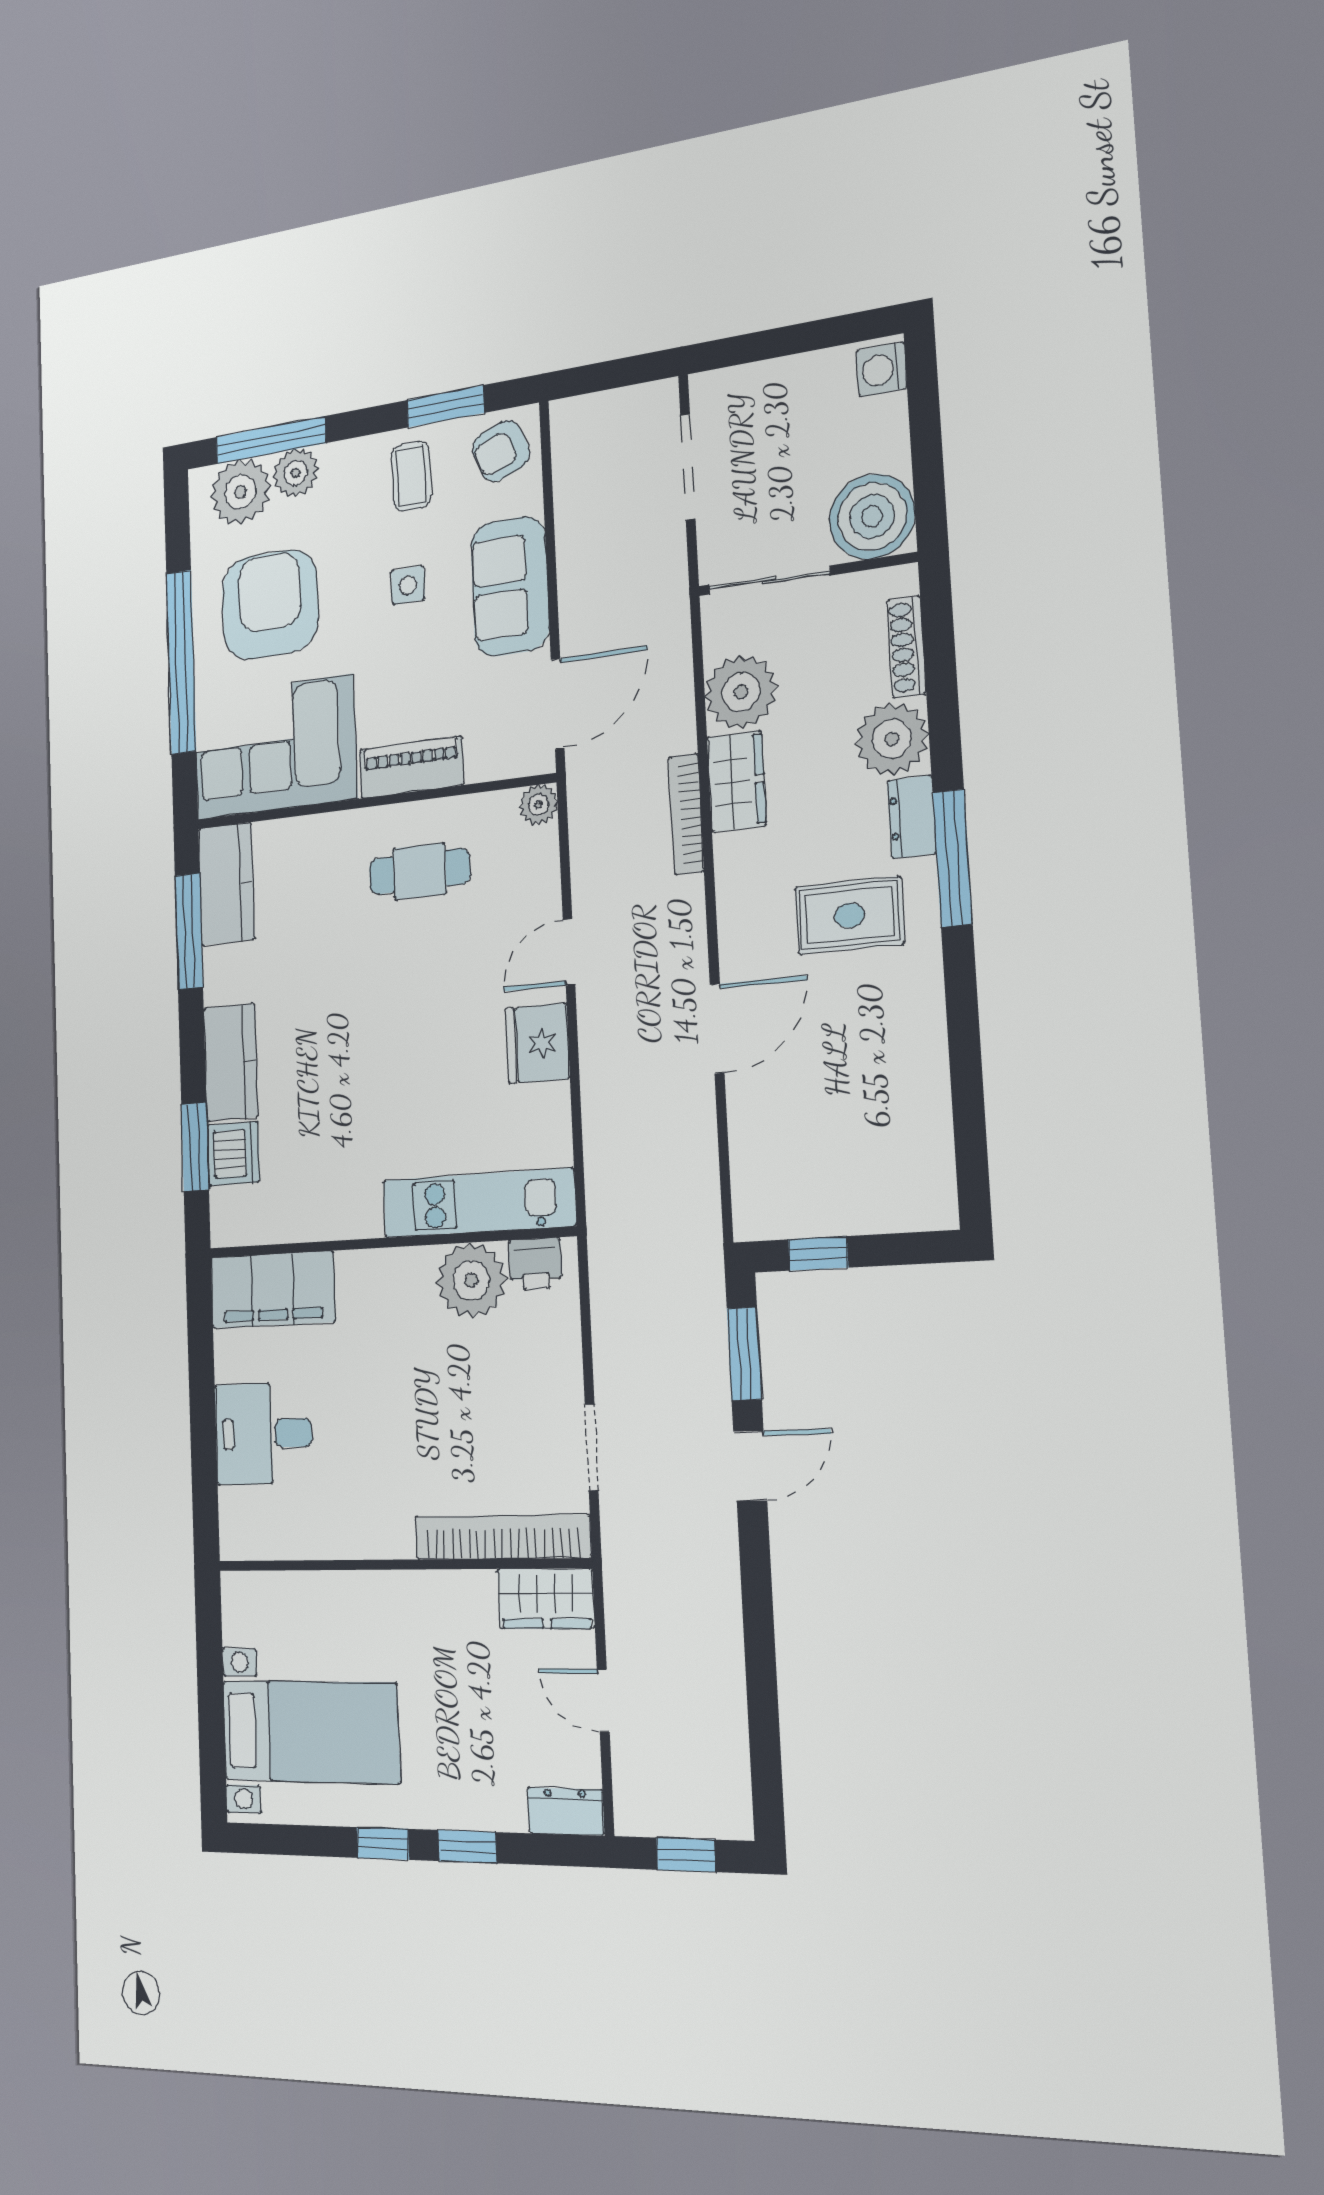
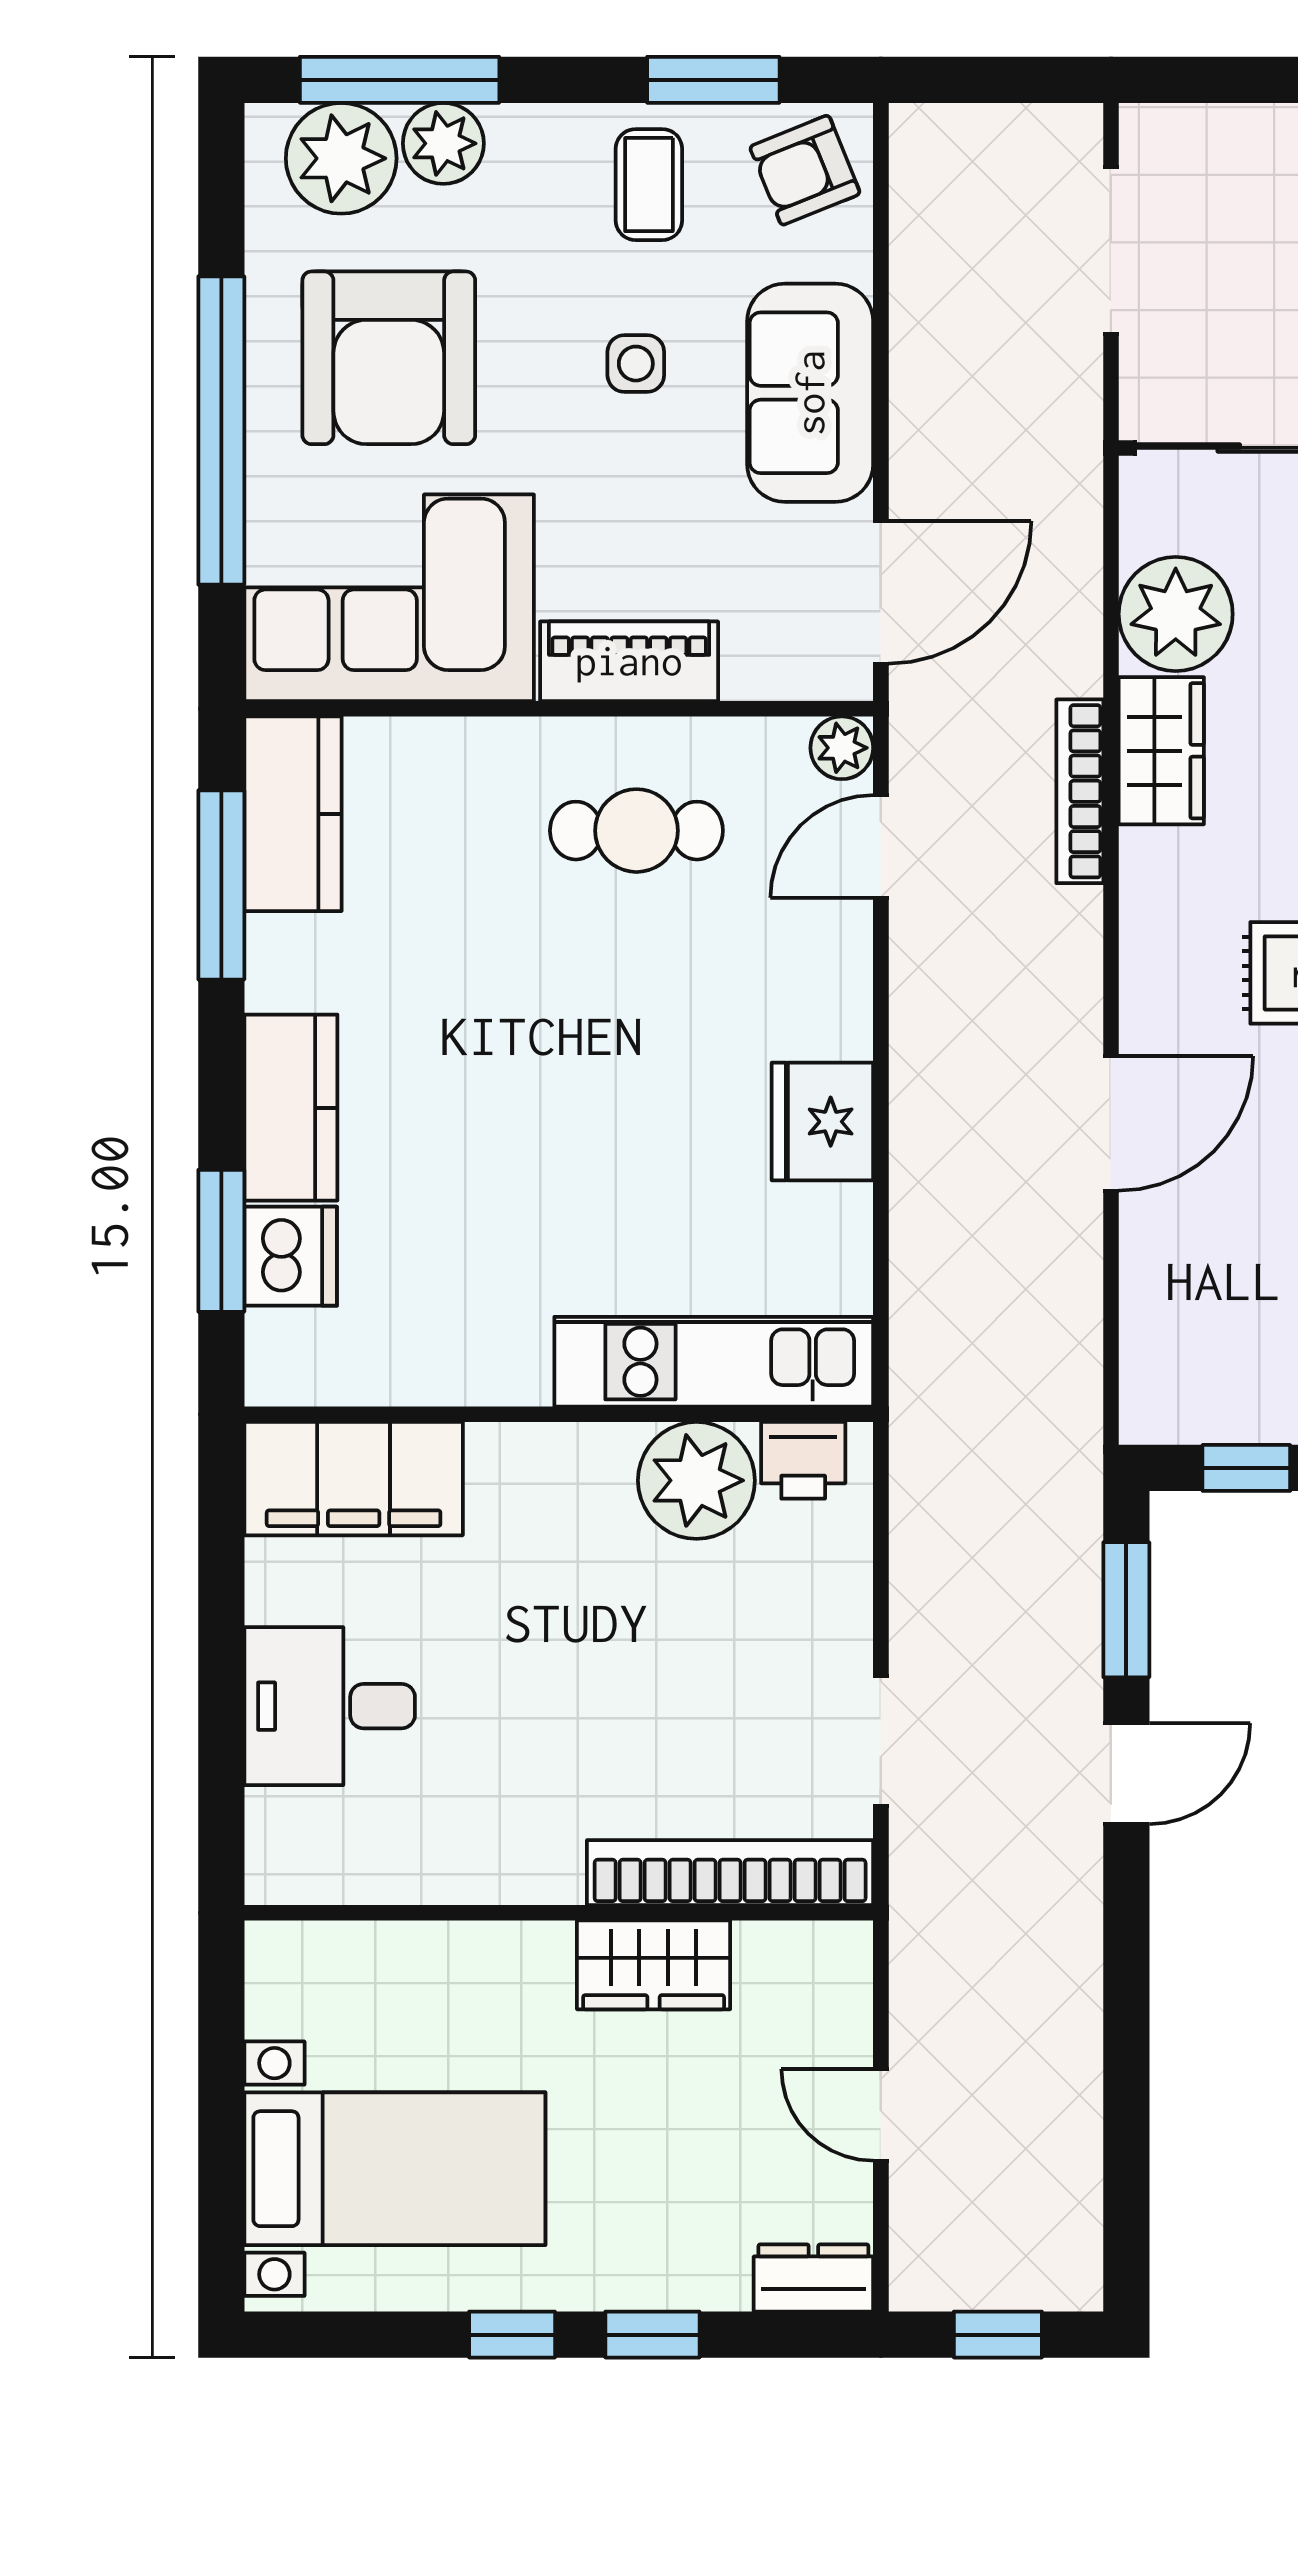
armchair: (270, 605) -> (389, 358), turned 180
door: (569, 952) -> (881, 847), moved
wardrobe: (546, 1598) -> (654, 1965), moved

